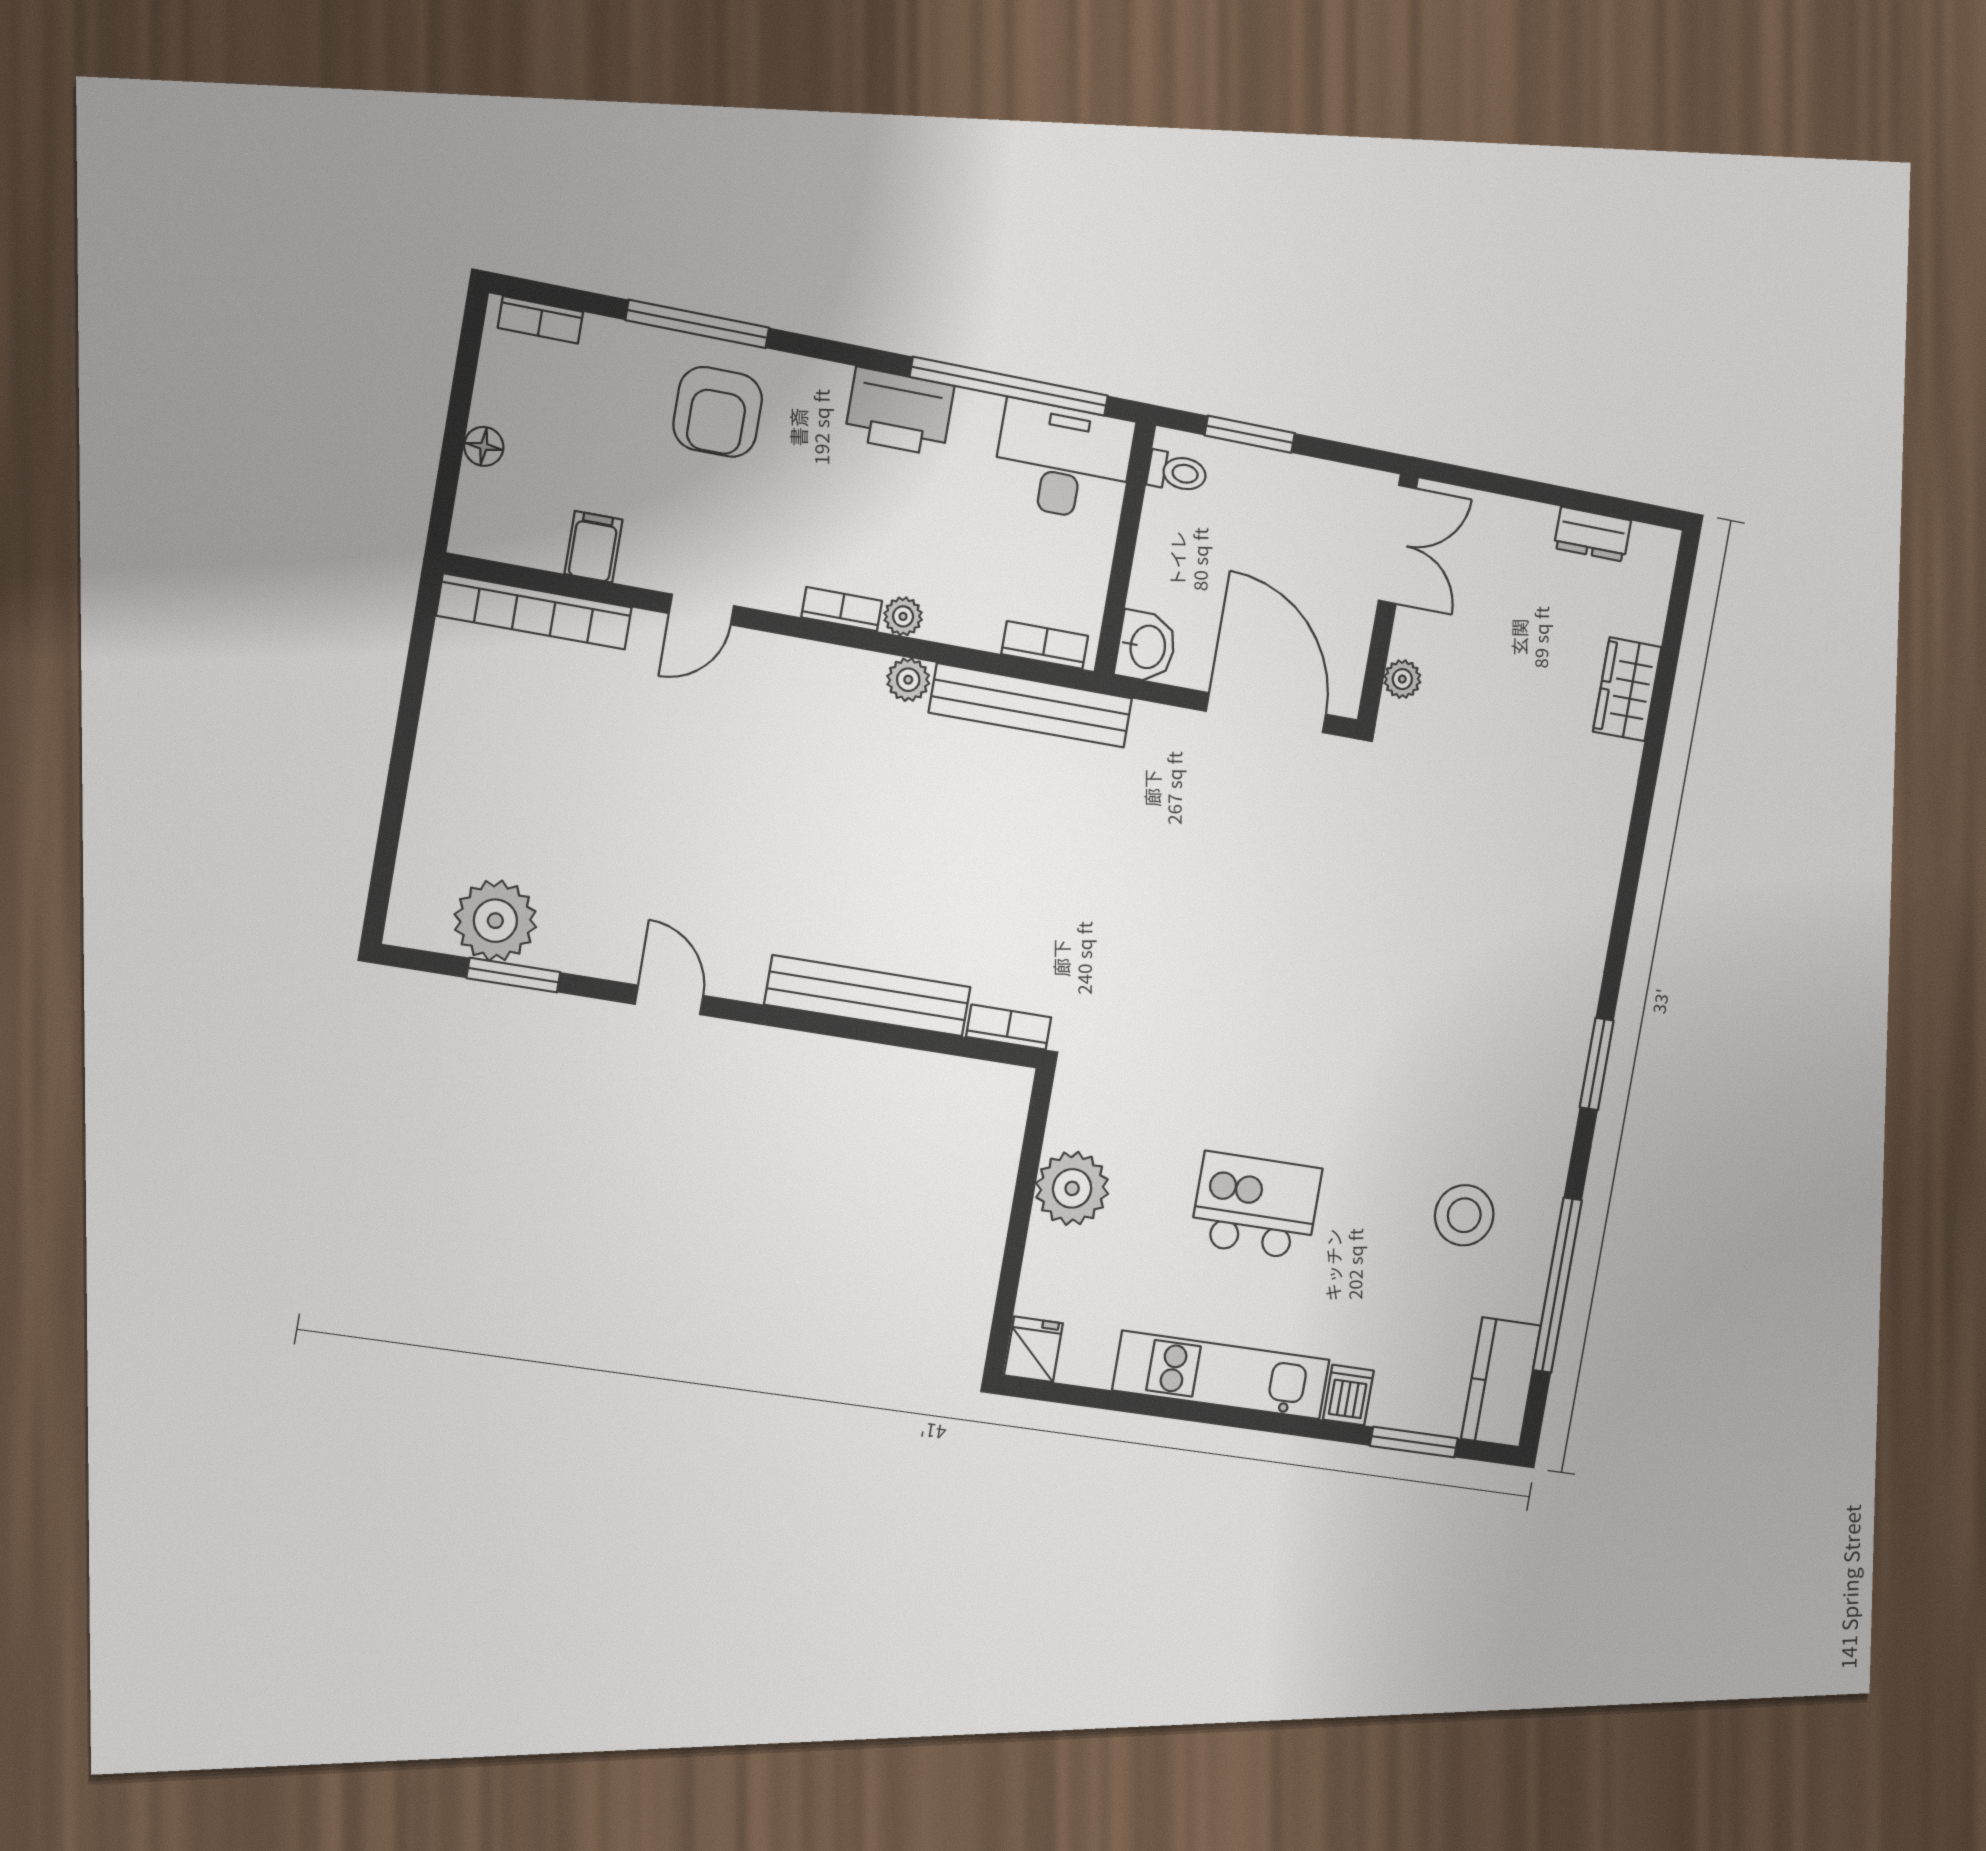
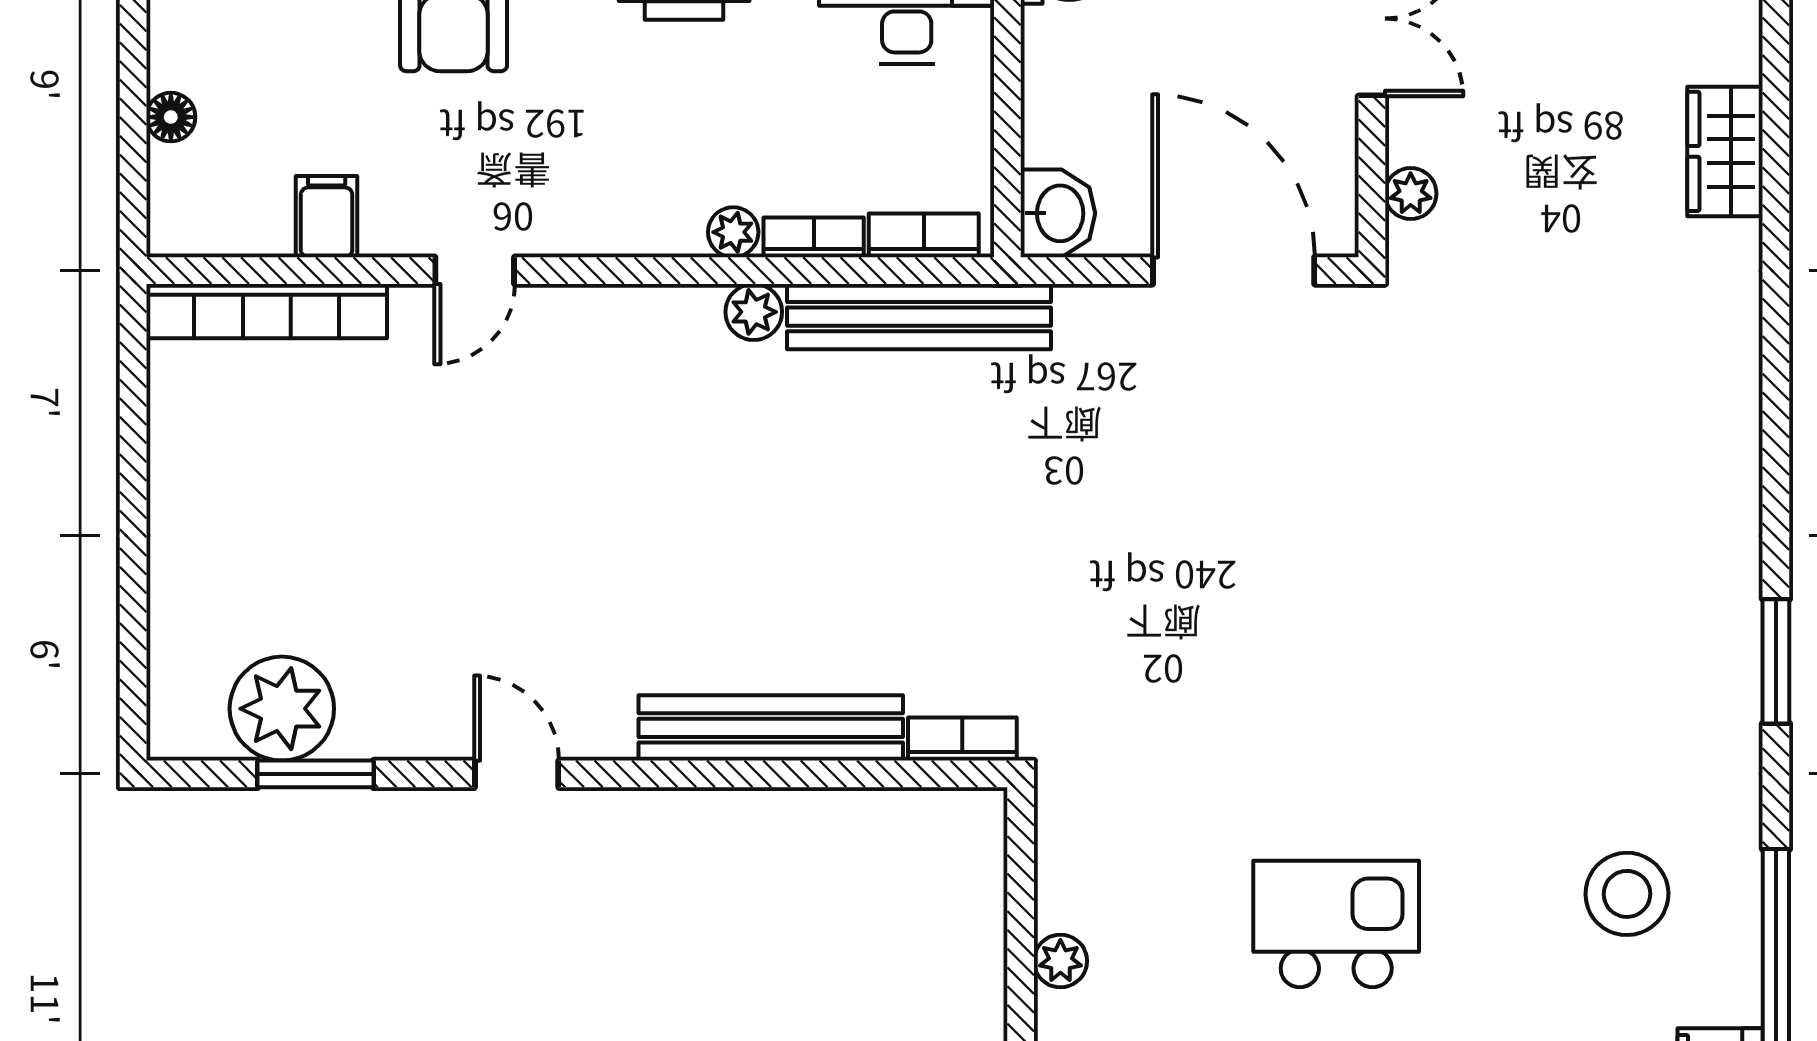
bookcase: (842, 609) -> (814, 237), moved
plant: (1072, 1188) -> (1060, 961), width x0.53, depth x0.53

